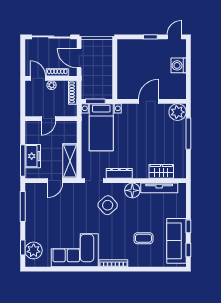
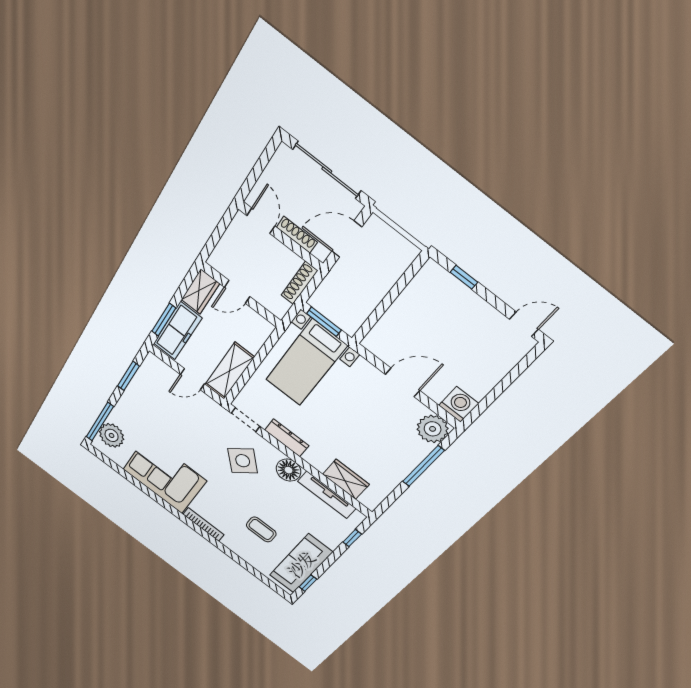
window: (150, 37) -> (464, 277), moved
door: (79, 58) -> (347, 239), hinge flipped
washing machine: (179, 65) -> (459, 404), moved, turned 90
plant: (52, 85) -> (275, 247), removed
wardrobe: (32, 132) -> (200, 292), added
freezer: (33, 156) -> (177, 331), width x1.40
window: (23, 161) -> (164, 320), width x0.69
window: (23, 206) -> (128, 376), width x0.69
window: (188, 226) -> (352, 538), moved
window: (23, 247) -> (100, 422), width x2.17

